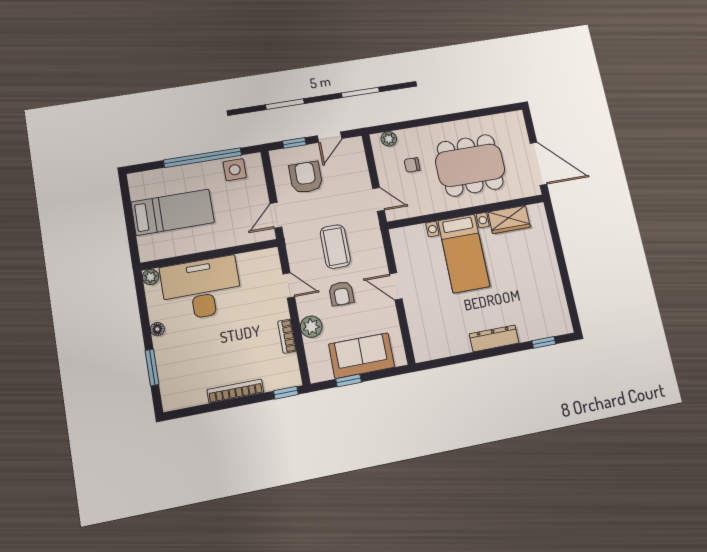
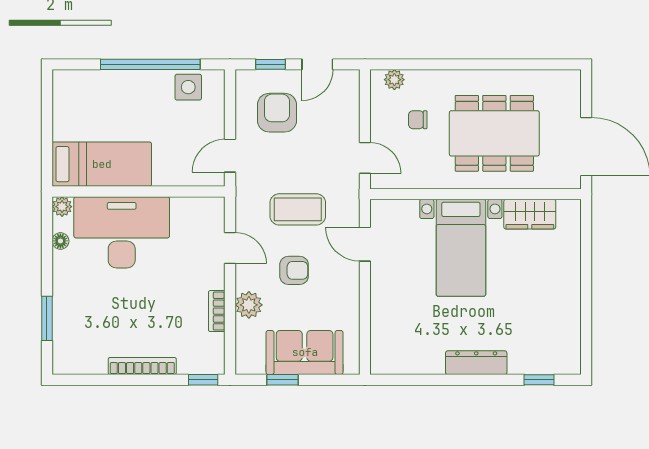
bed: (173, 212) -> (102, 164), moved
coffee table: (335, 247) -> (298, 209), turned 90
door: (396, 286) -> (365, 244), moved
armchair: (341, 293) -> (294, 270), turned -90
floor lamp: (157, 329) -> (60, 241), moved

